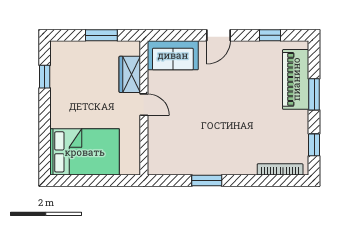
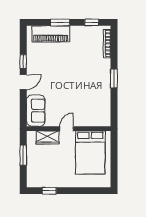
door: (219, 35) -> (23, 82), hinge flipped
window: (270, 35) -> (23, 62), moved
bed: (85, 152) -> (90, 152), moved, turned 180
window: (207, 181) -> (114, 78), moved

